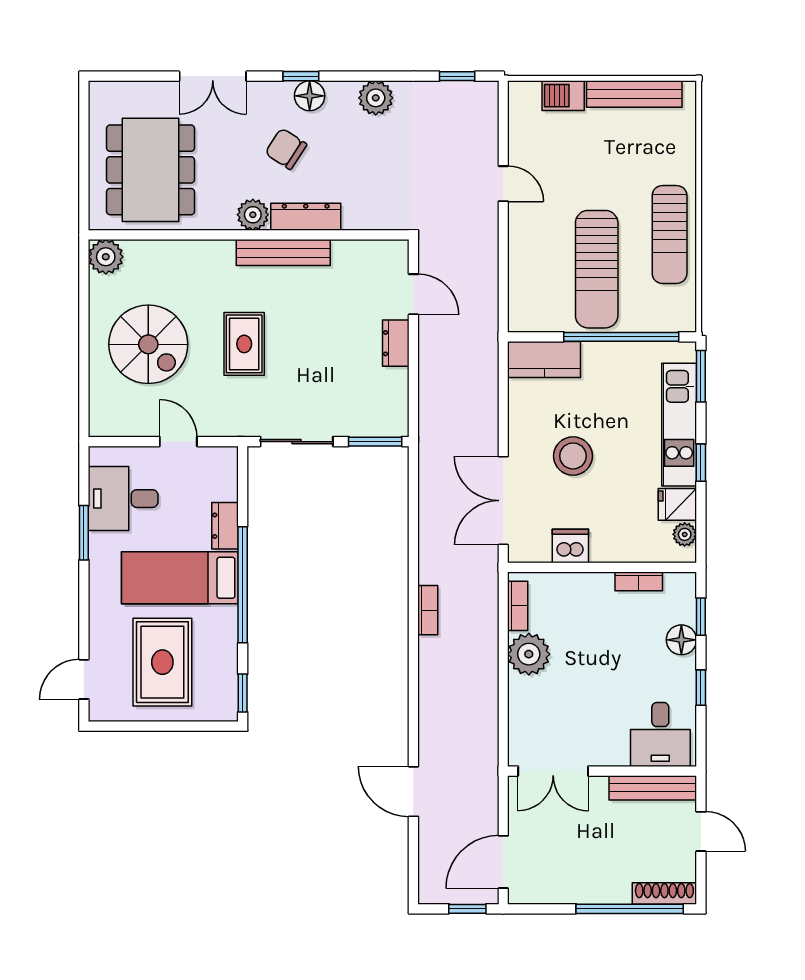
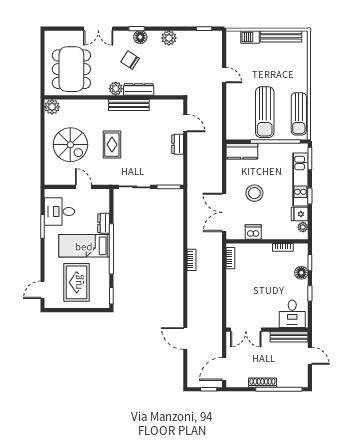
sun lounger: (670, 234) -> (299, 114), moved
plant: (529, 654) -> (235, 279), removed
shoe rack: (664, 893) -> (262, 383), moved

